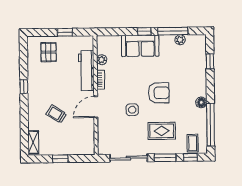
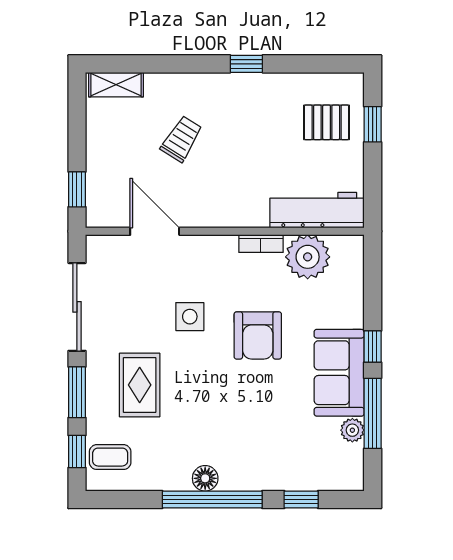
window: (65, 32) -> (373, 124), moved
sofa: (140, 46) -> (339, 373), moved
plant: (102, 60) -> (308, 257), width x1.87, depth x1.87
workbench: (86, 71) -> (317, 210), moved
armchair: (159, 93) -> (258, 335), moved
door: (96, 107) -> (155, 231), moved
window: (211, 125) -> (212, 500), moved
window: (60, 159) -> (77, 189), moved

